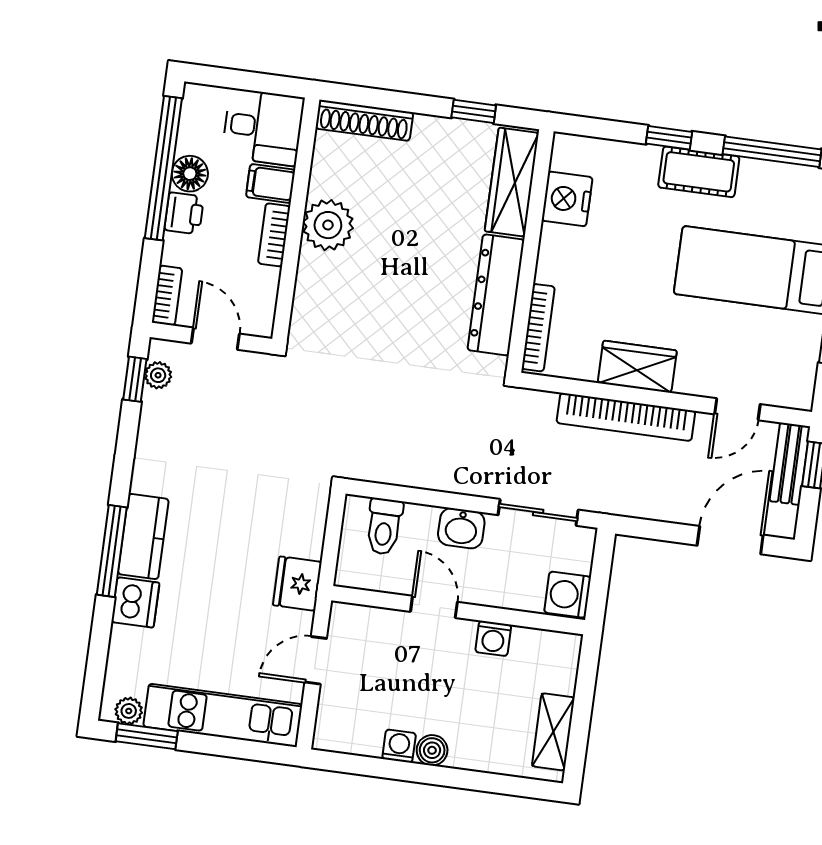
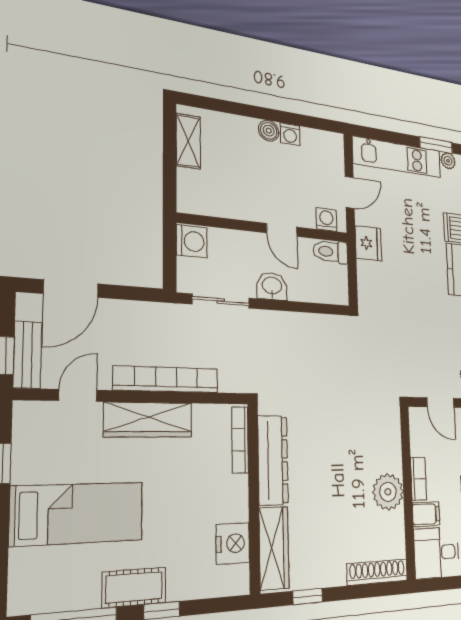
wardrobe: (637, 367) -> (148, 420), width x1.50
toilet: (384, 526) -> (330, 252), moved, turned -90
washing machine: (493, 638) -> (326, 219), moved

